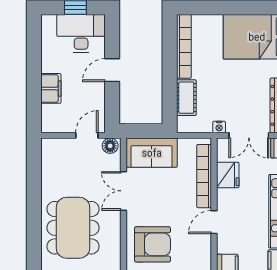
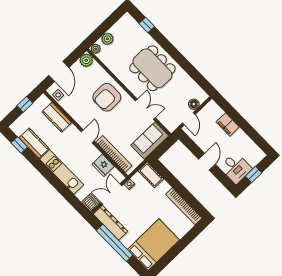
desk: (81, 33) -> (236, 168), width x0.73
cot: (186, 98) -> (151, 175), moved
floor lamp: (110, 146) -> (194, 104), moved

